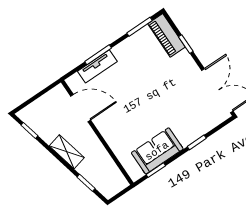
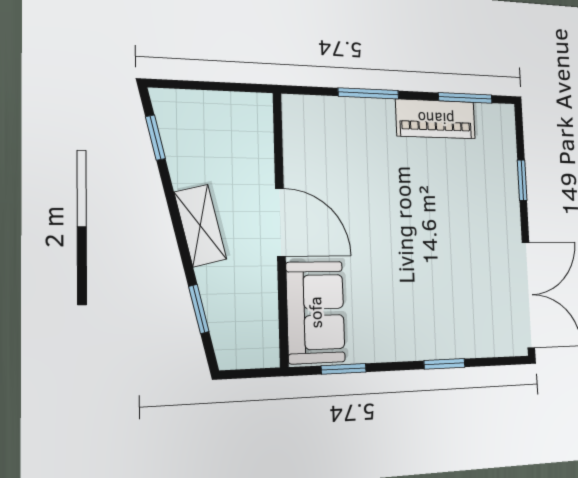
piano: (167, 35) -> (436, 119), moved, turned -90
tv unit: (97, 66) -> (355, 112), removed
door: (81, 108) -> (280, 222), moved
sofa: (157, 151) -> (315, 312), moved, turned 90

